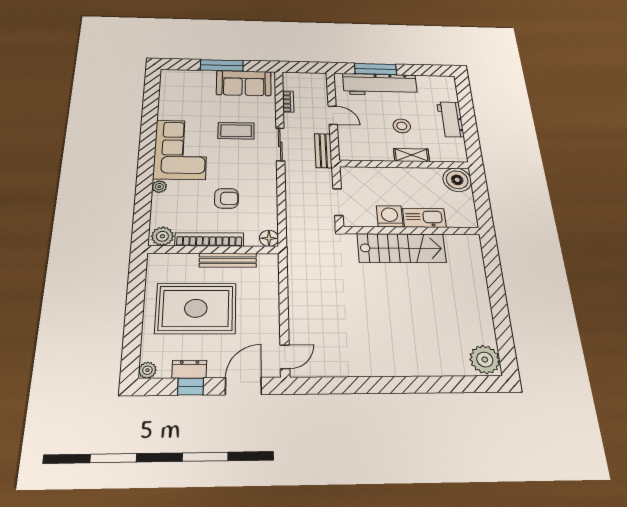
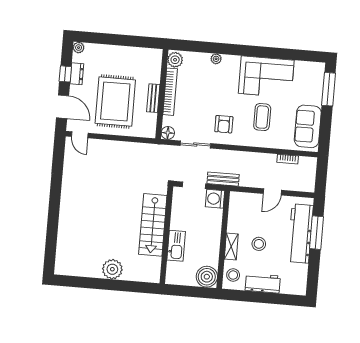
window: (222, 65) -> (329, 89), moved
sliding door: (280, 144) -> (195, 144), moved
corner sofa: (181, 149) -> (266, 77), moved
bench: (323, 151) -> (223, 179), moved
stool: (448, 151) -> (233, 275), added
armchair: (226, 198) -> (224, 124), moved
washing machine: (390, 216) -> (215, 199), moved, turned 180
bench: (228, 260) -> (153, 98), width x0.73
rug: (196, 308) -> (115, 102), moved
plant: (485, 360) -> (112, 269), moved

